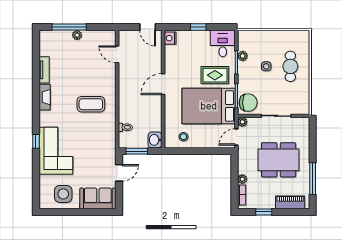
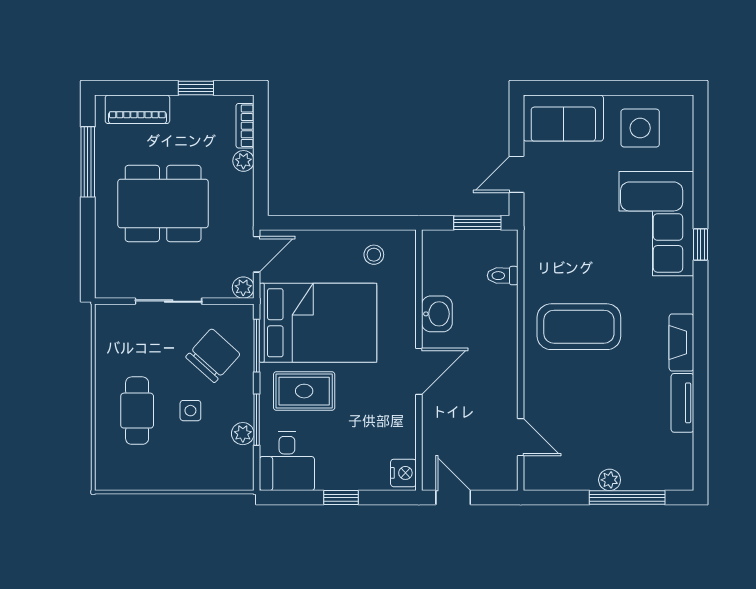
chair: (248, 103) -> (213, 356), moved, turned 132
coffee table: (91, 104) -> (579, 327), width x1.36, depth x1.32
washbasin: (155, 140) -> (437, 314), moved

